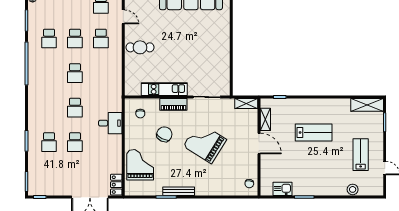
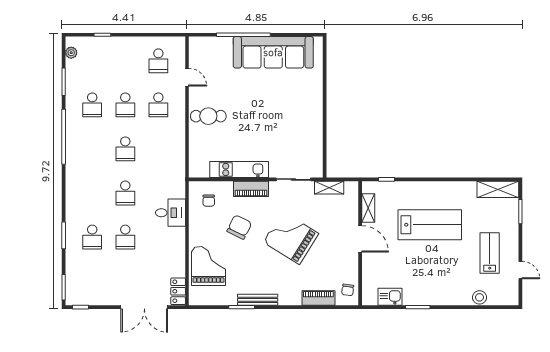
shelving: (246, 103) -> (329, 188), moved
lab bench: (314, 132) -> (430, 225), width x1.36, depth x1.39
piano: (226, 190) -> (318, 298), added

